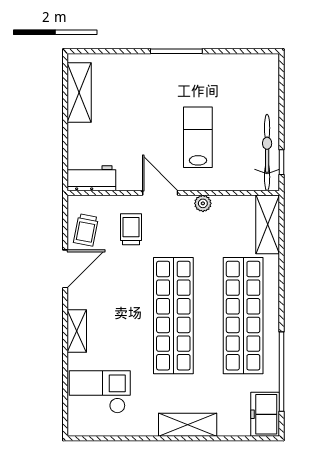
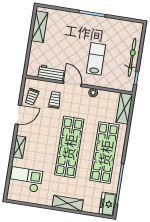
bicycle: (267, 152) -> (132, 57), moved
workbench: (91, 178) -> (51, 73), moved

